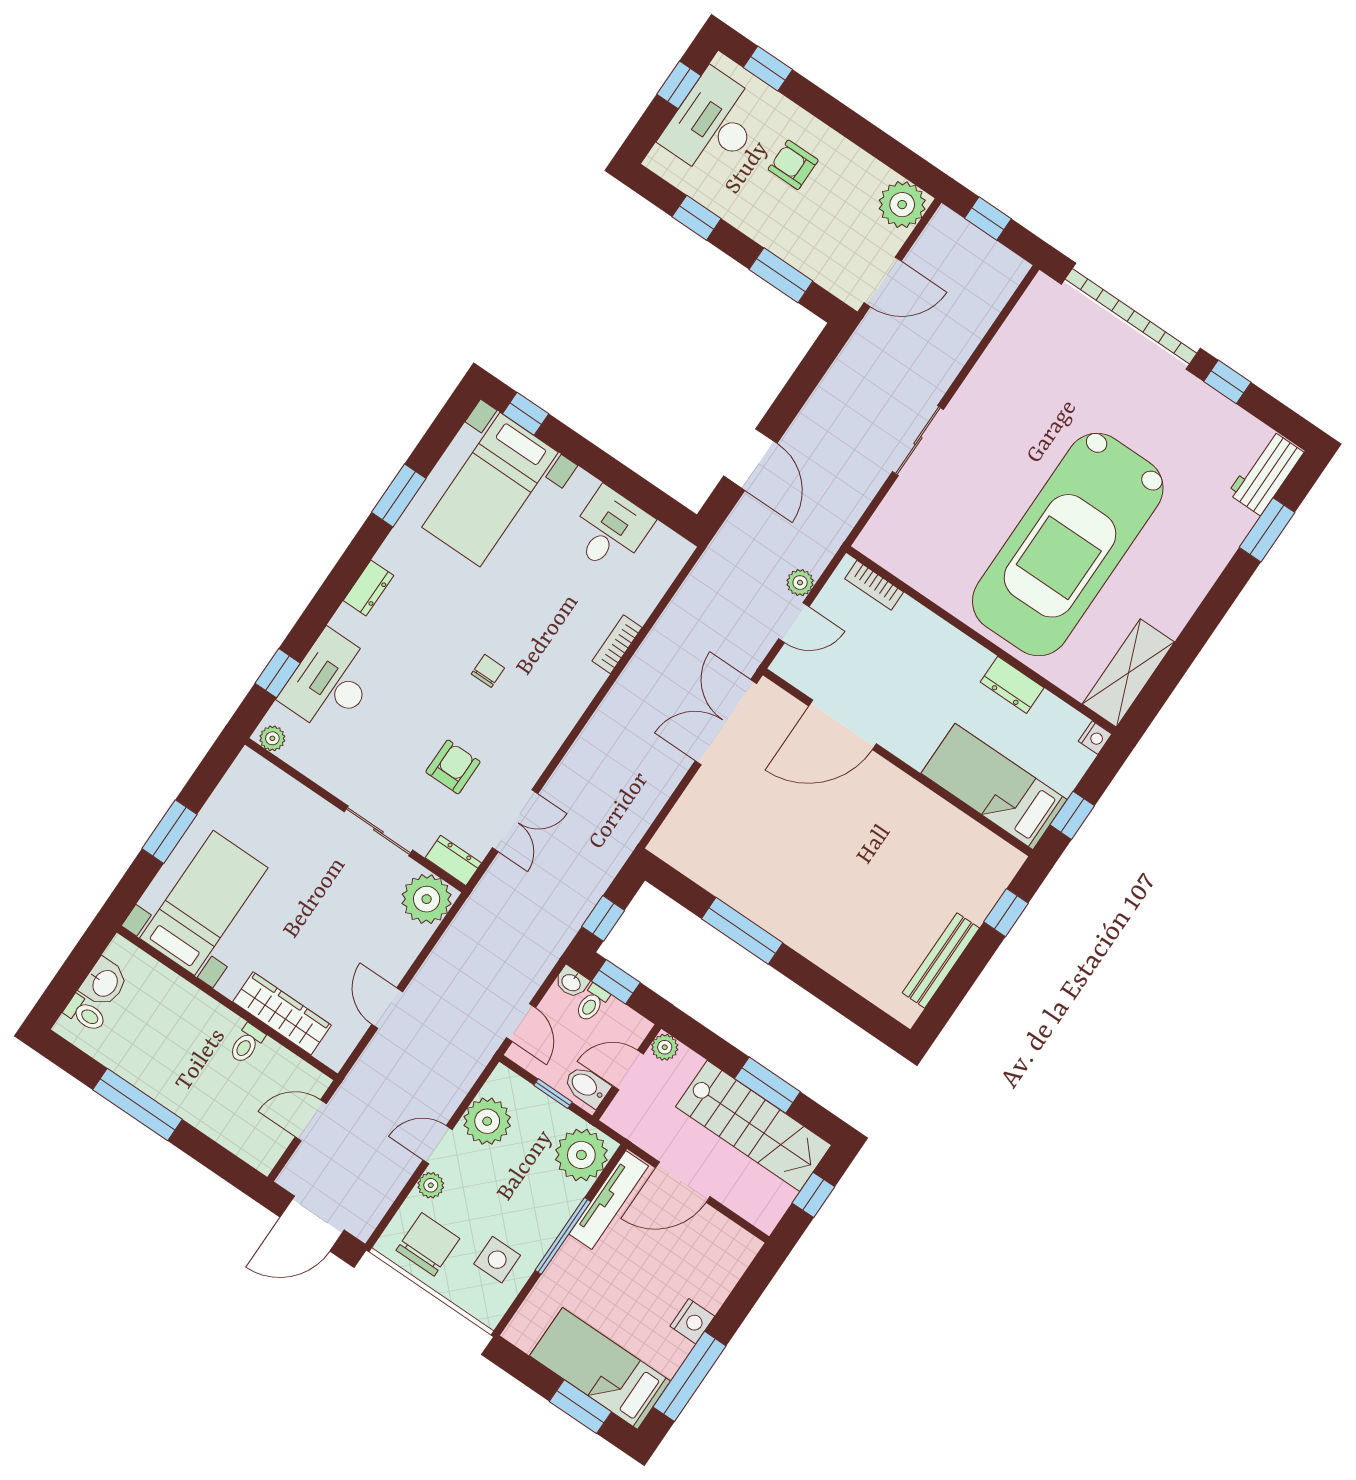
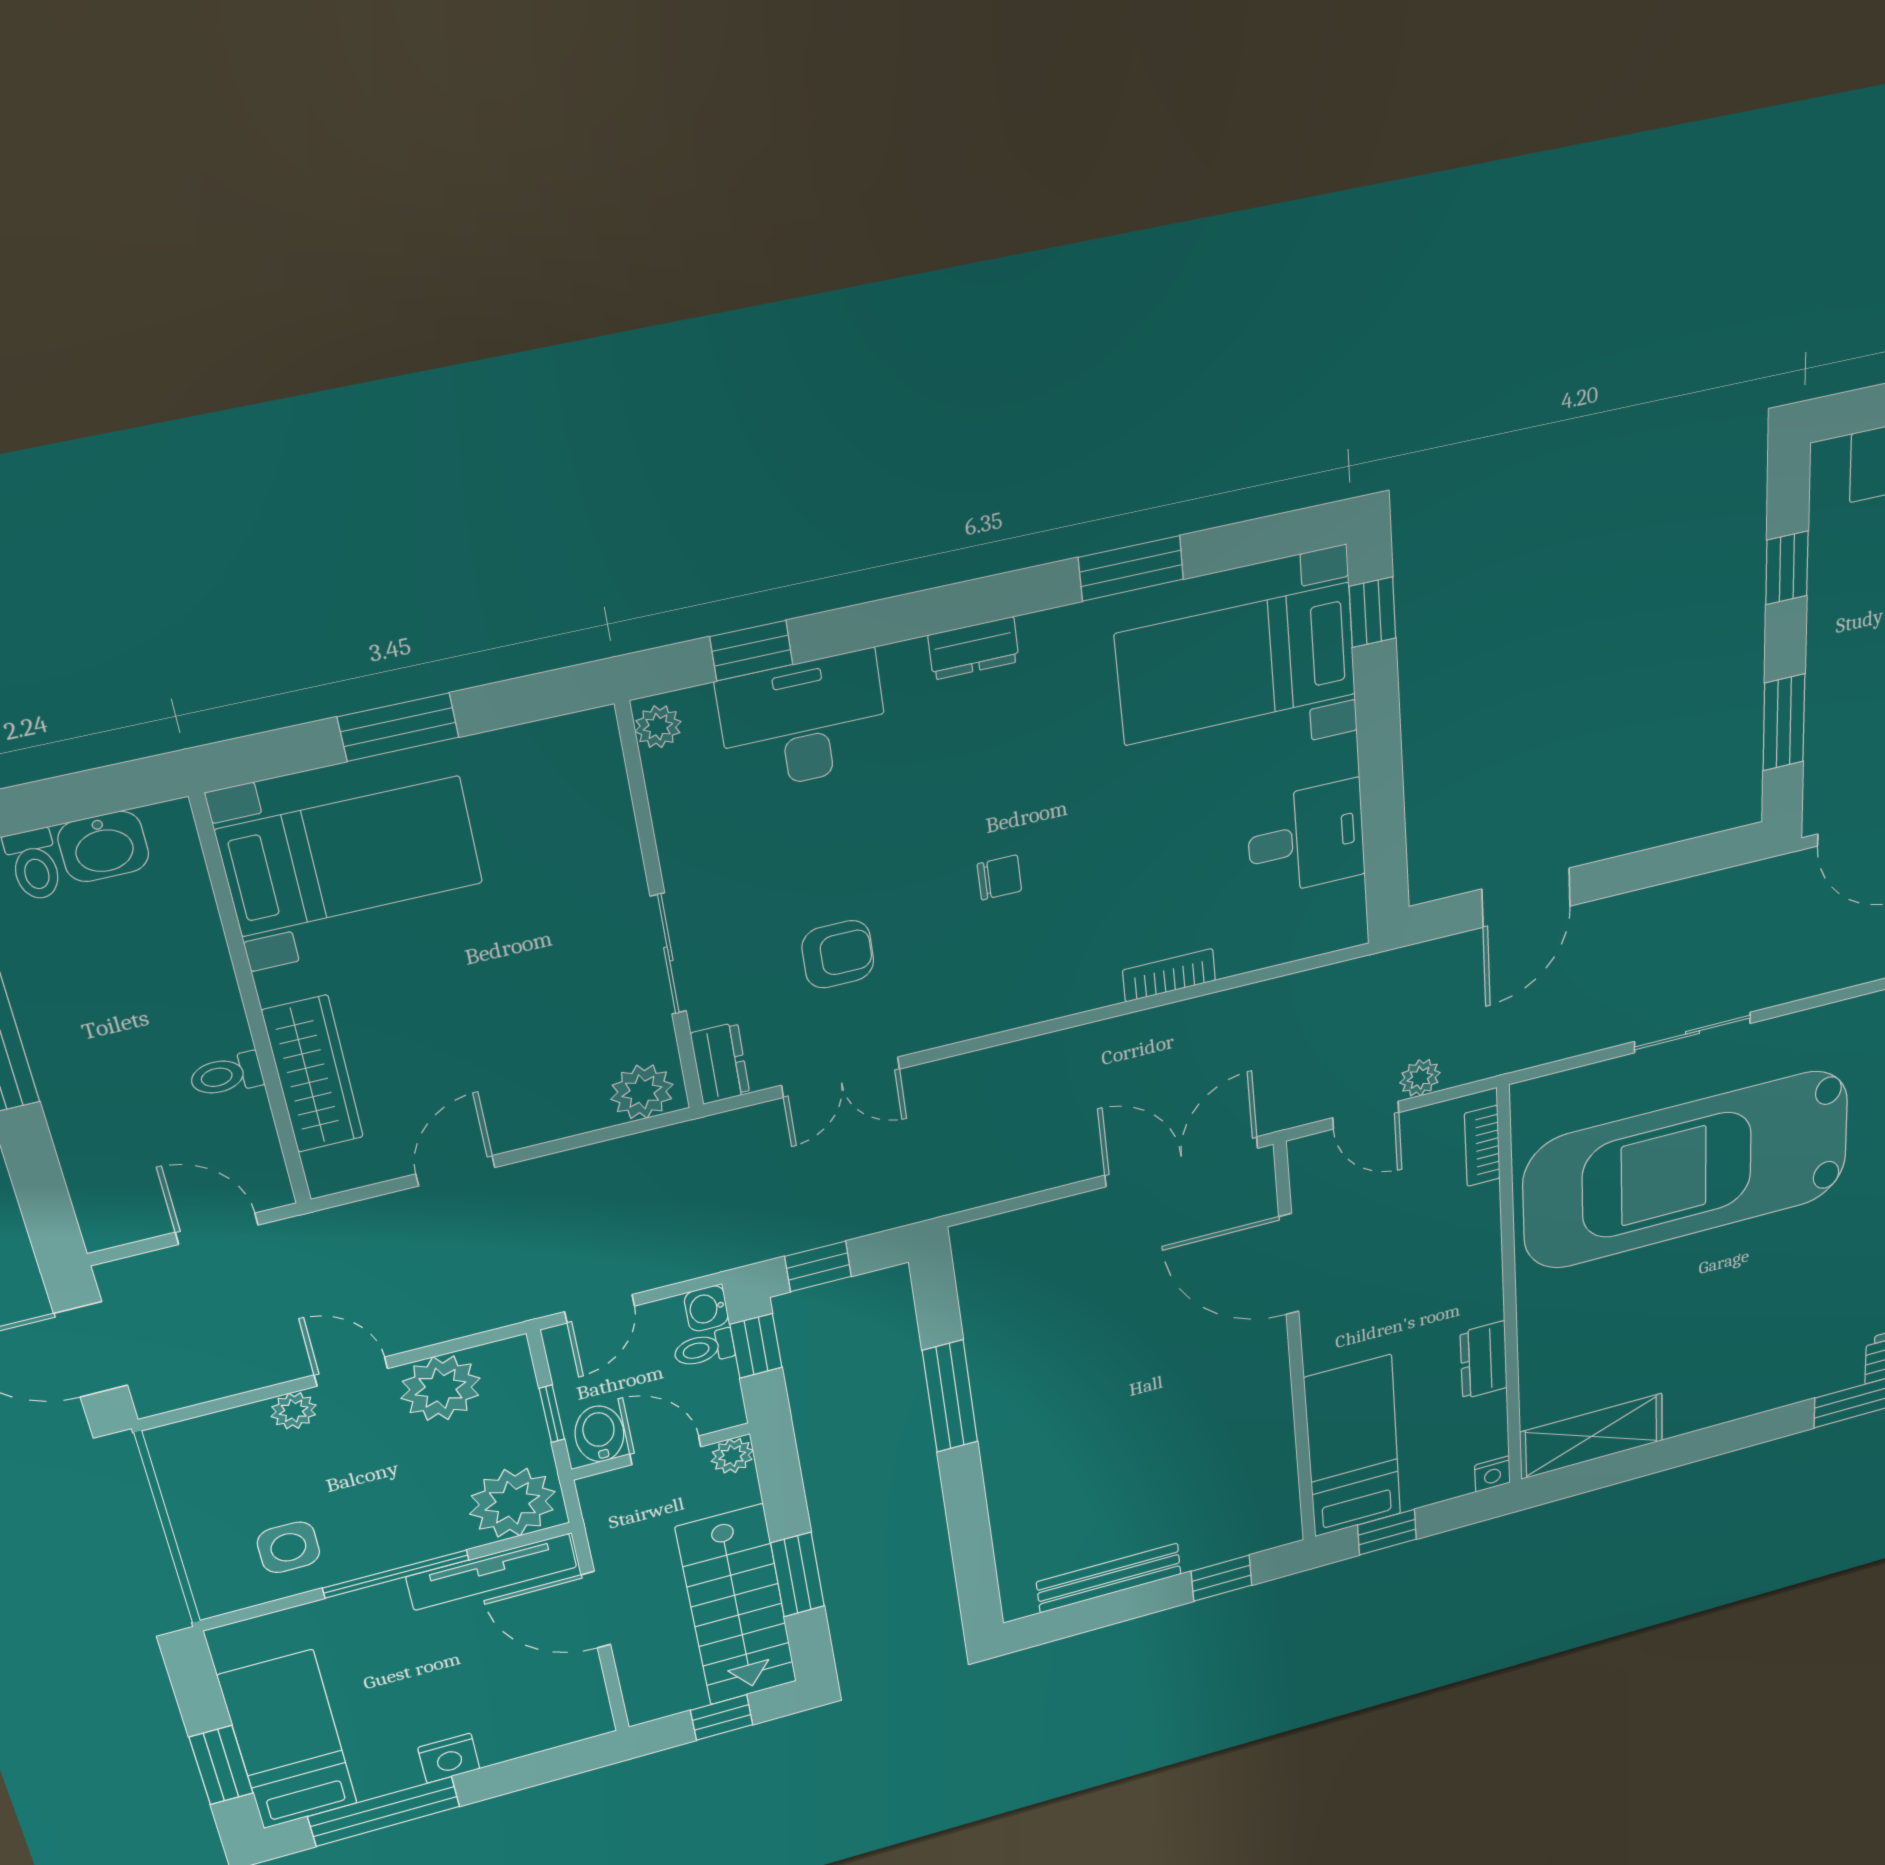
car: (1068, 545) -> (1686, 1170), moved
plant: (427, 899) -> (642, 1092), width x0.73, depth x0.73
chair: (428, 1244) -> (219, 1474), removed

